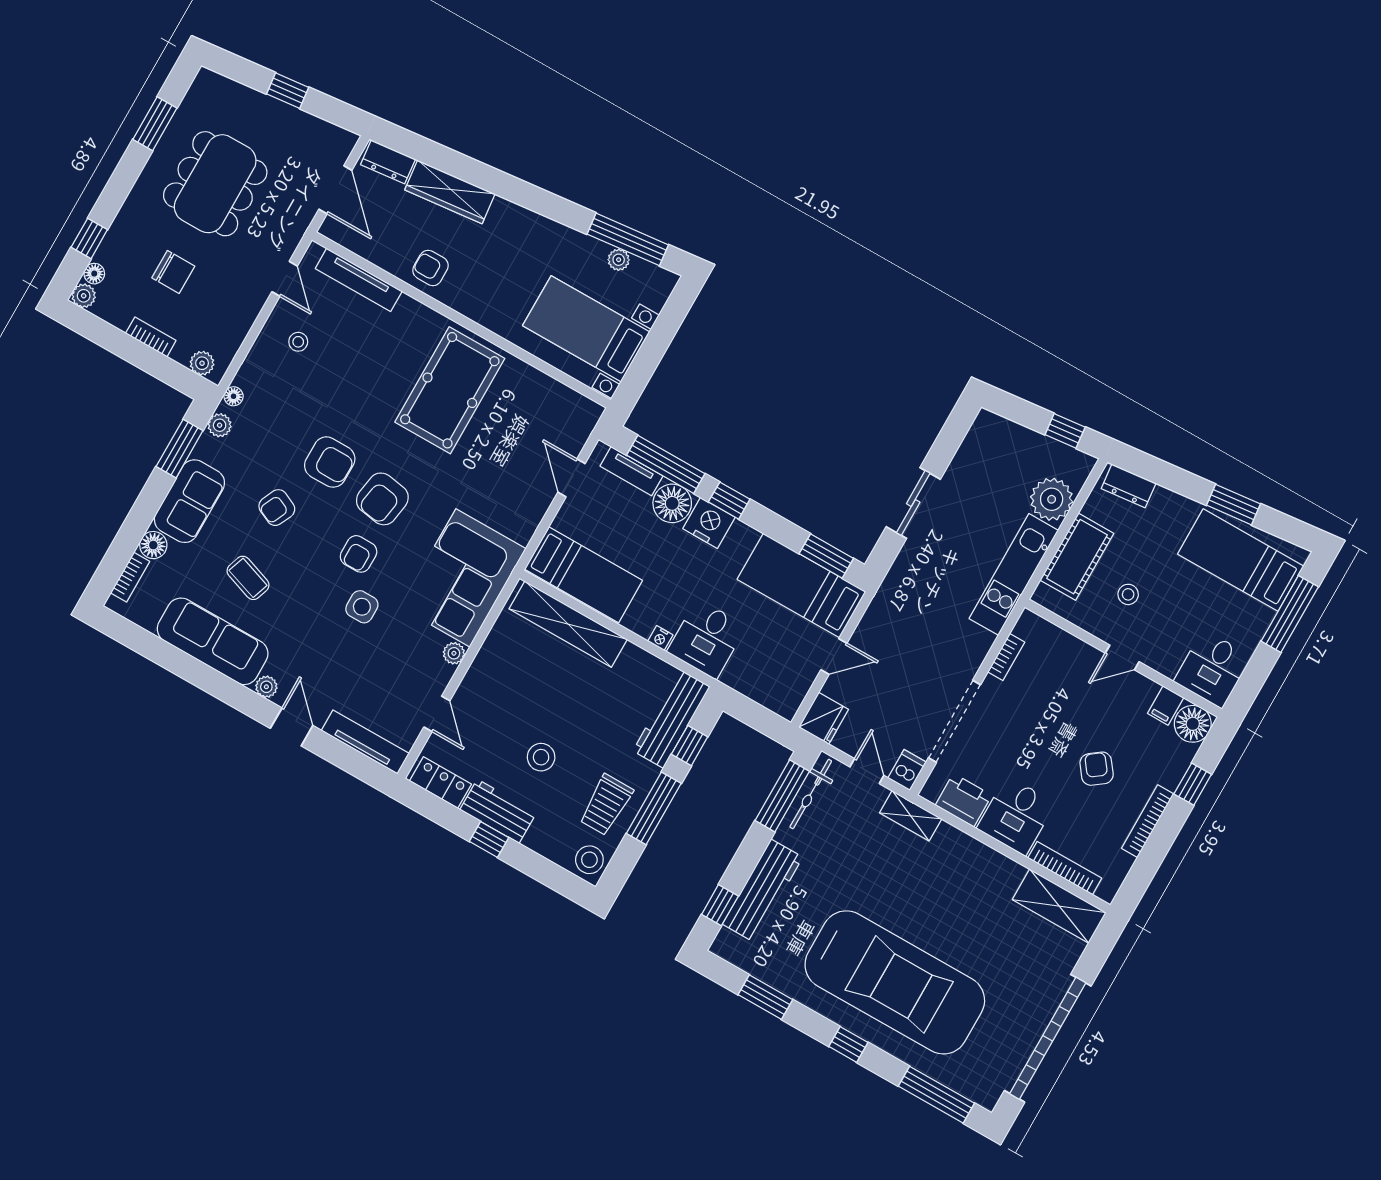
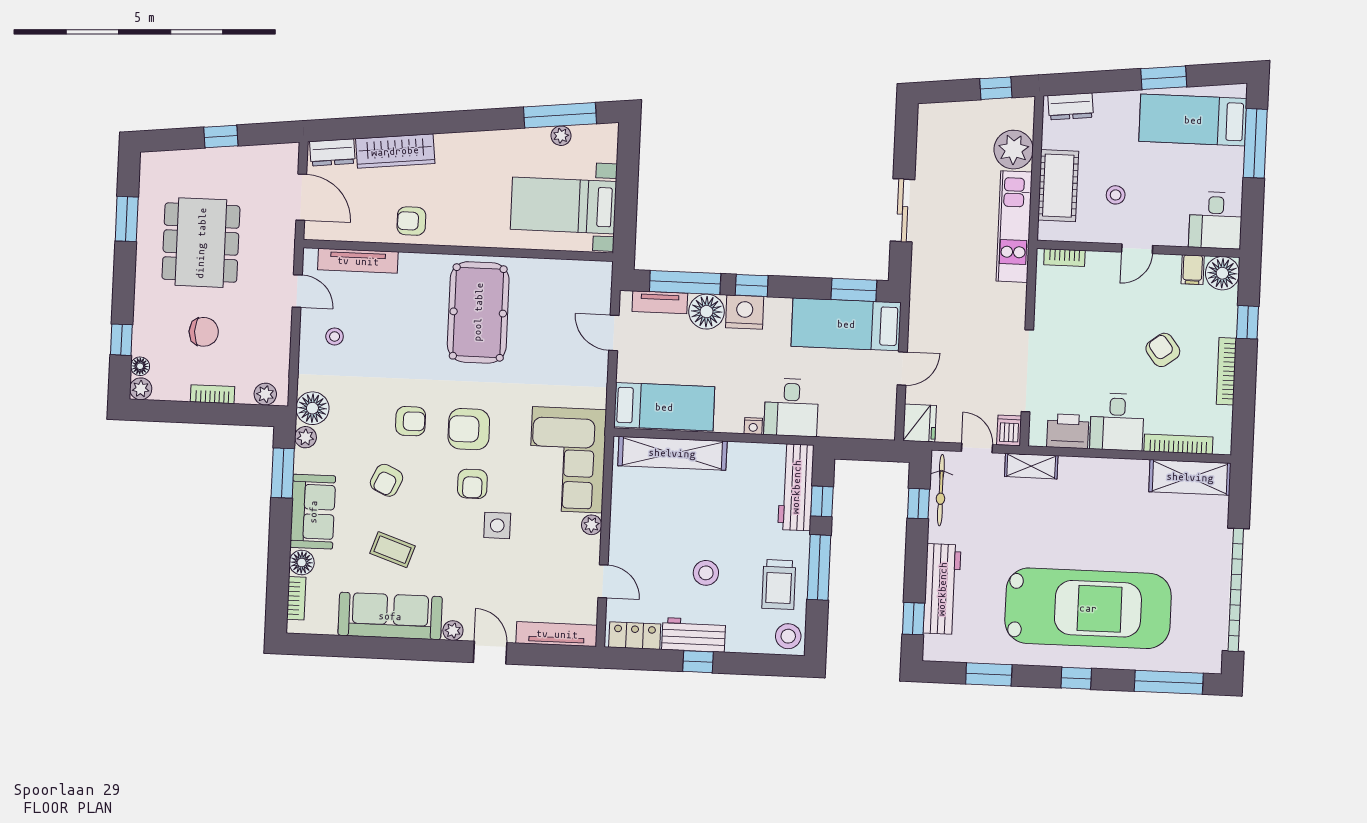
floor lamp: (234, 396) -> (312, 408), width x1.89, depth x1.89
armchair: (330, 462) -> (411, 421), width x0.72, depth x0.72
armchair: (382, 499) -> (469, 429), turned 81
bookcase: (1006, 657) -> (1064, 258), moved, turned 90
window: (782, 796) -> (918, 504), width x0.46

